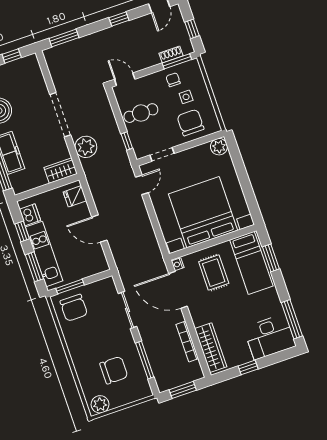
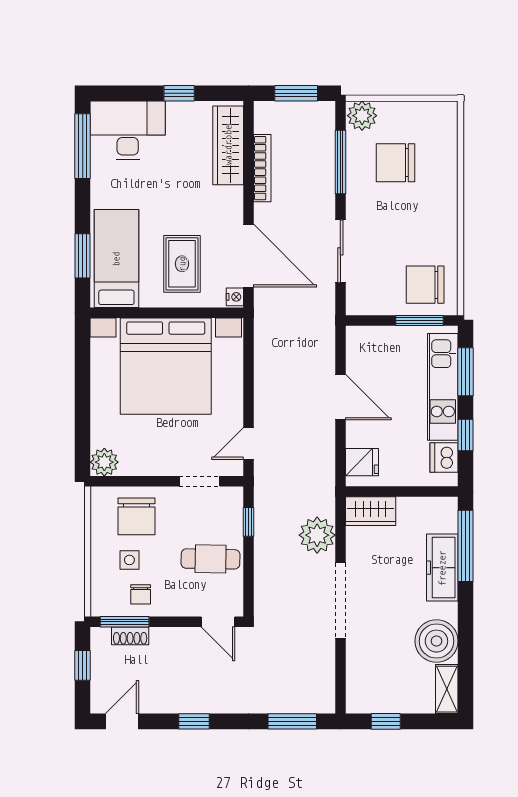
chair: (74, 308) -> (425, 285), turned -90
plant: (100, 404) -> (362, 116), moved

